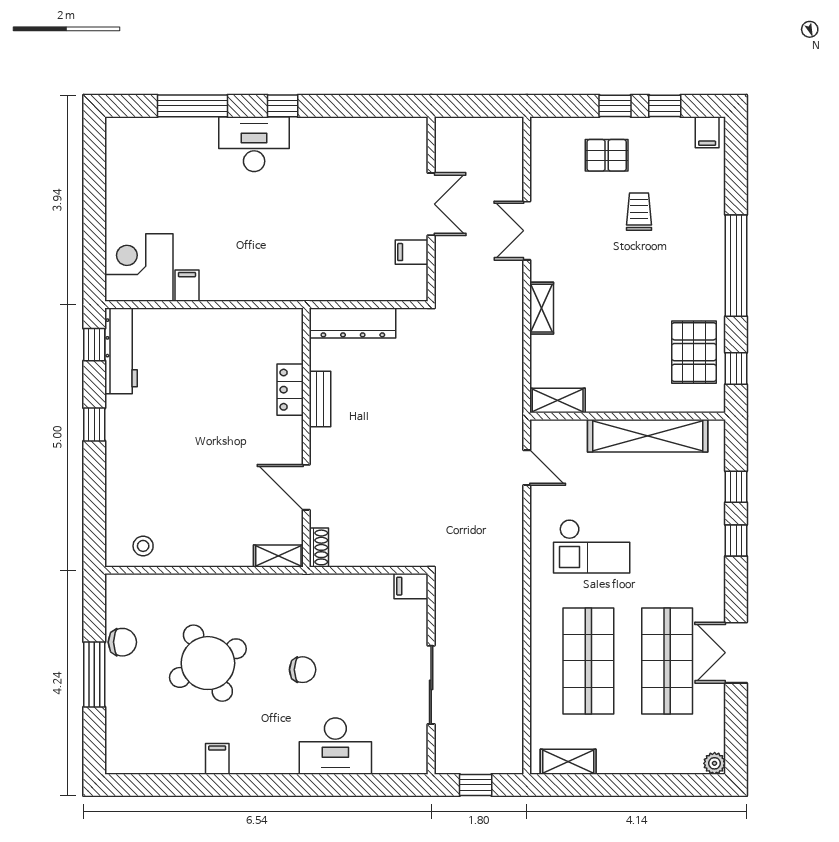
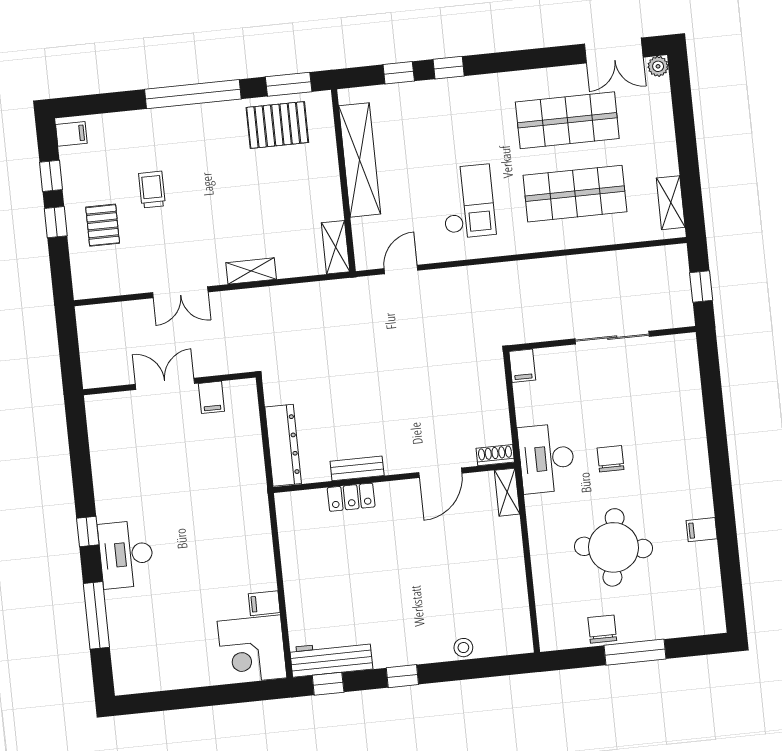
trolley: (639, 212) -> (152, 190), turned 90
window: (736, 369) -> (289, 84), width x1.50
stool: (143, 546) -> (463, 648), moved
double door: (736, 653) -> (614, 51), moved
round table: (208, 663) -> (614, 547), turned 35
desk: (335, 746) -> (547, 458), moved, turned 180

